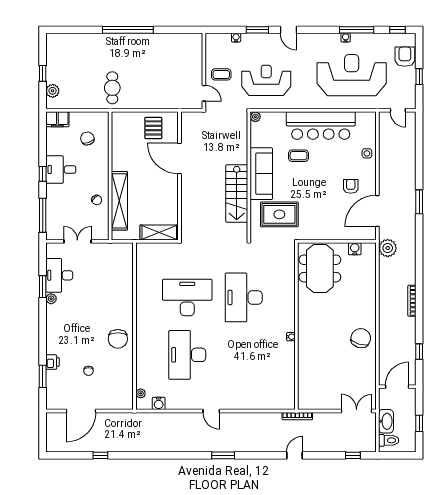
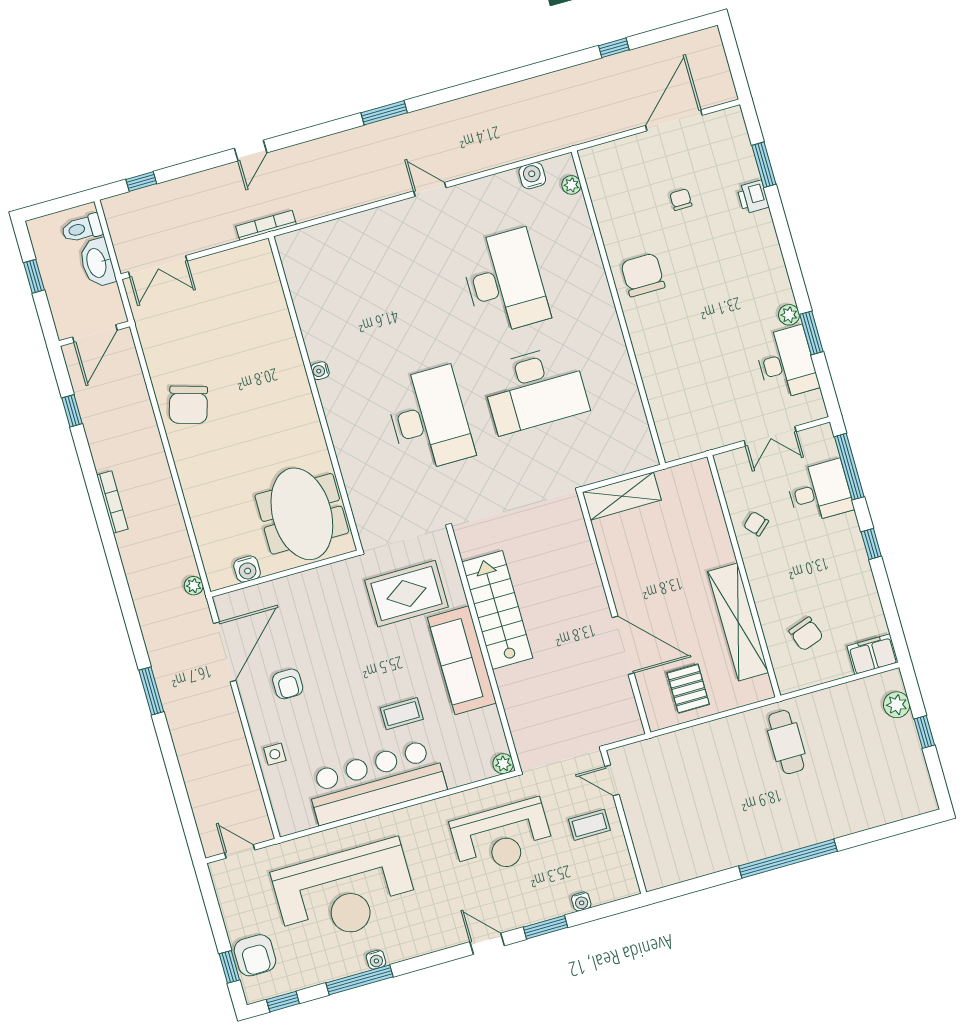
window: (419, 77) -> (229, 967), moved
desk: (61, 170) -> (820, 491), moved
shelving: (119, 201) -> (738, 622), moved
plant: (388, 248) -> (194, 586), width x0.53, depth x0.53

